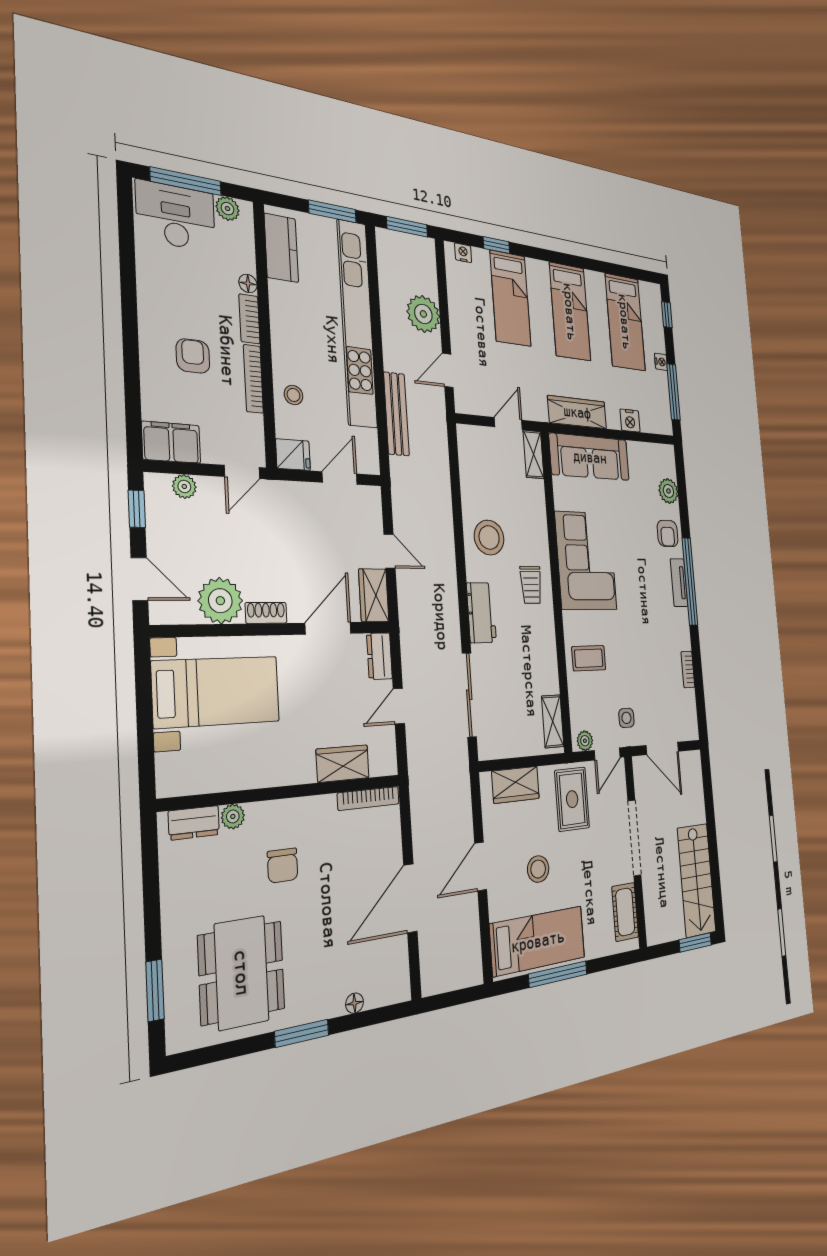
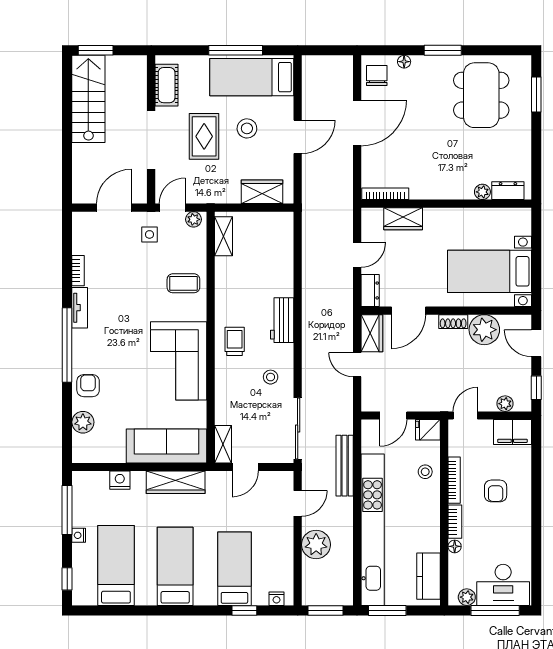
stool: (489, 538) -> (271, 377), width x0.53, depth x0.53
tv unit: (679, 583) -> (80, 308), moved
sliding door: (469, 695) -> (298, 428), moved
door: (662, 748) -> (114, 208), hinge flipped
rug: (572, 799) -> (204, 136), moved
chair: (283, 865) -> (377, 75), moved

